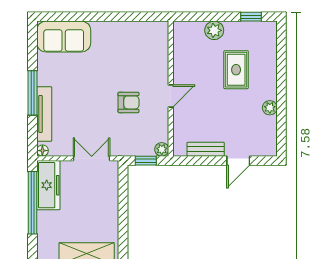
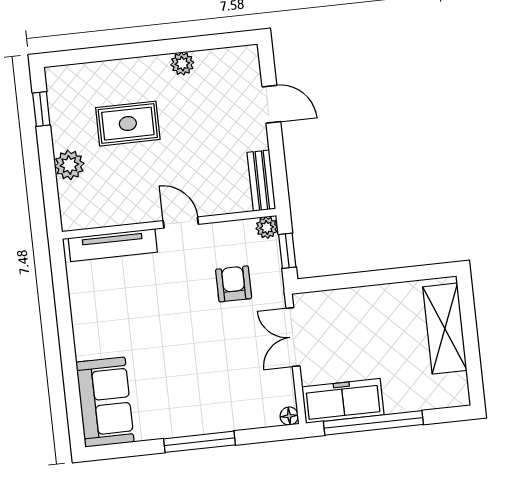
armchair: (129, 102) -> (234, 284), moved
tv unit: (44, 114) -> (113, 245), moved, turned 180
bench: (206, 149) -> (261, 181), moved

